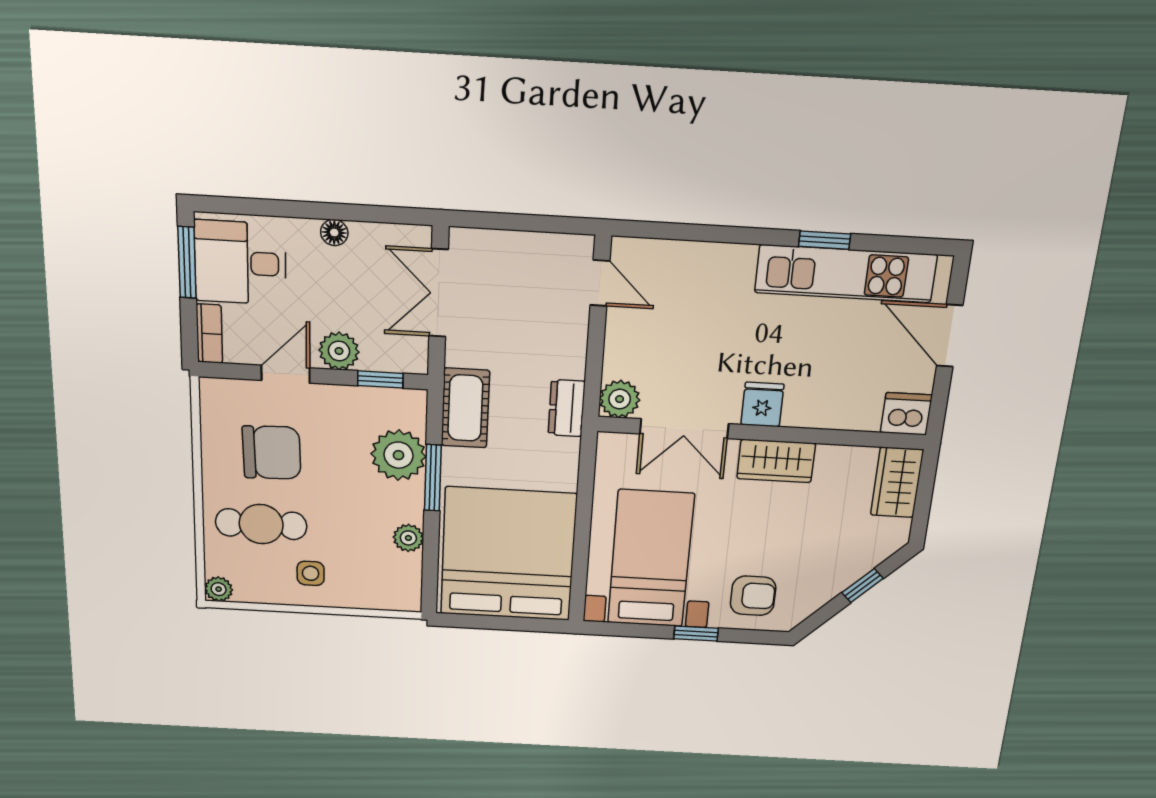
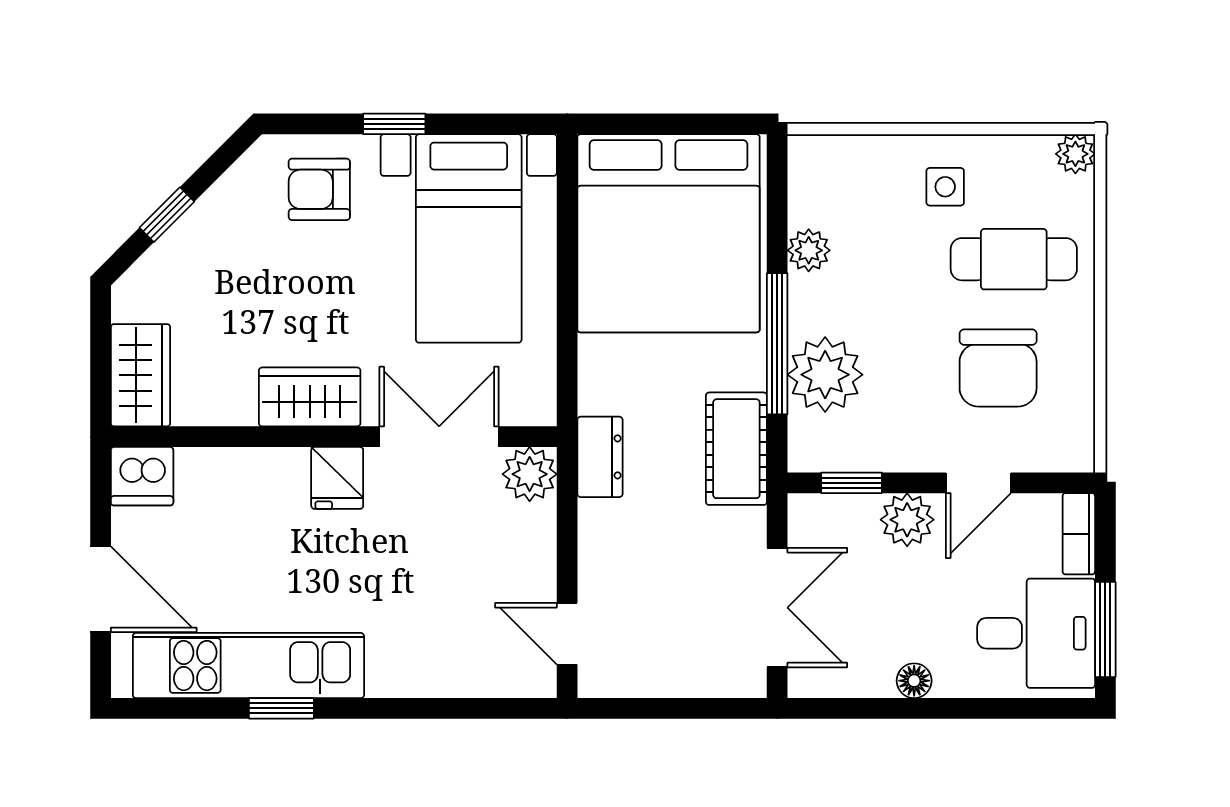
chair: (272, 453) -> (998, 368), turned -88
window: (433, 478) -> (777, 344), width x1.44

